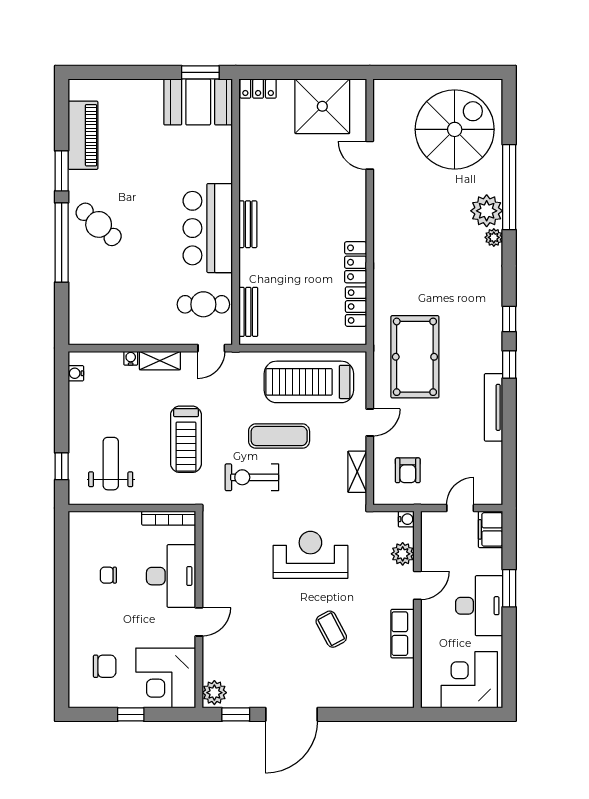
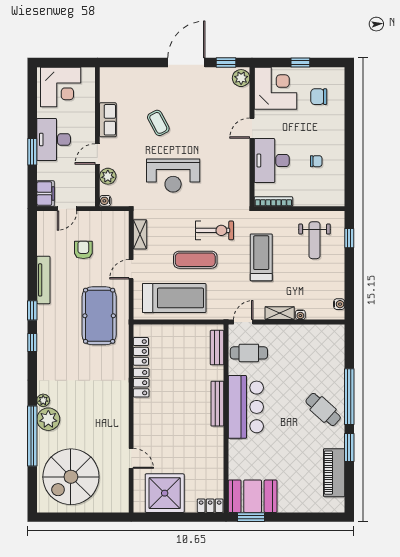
bench: (248, 224) -> (217, 404), width x1.36
armchair: (408, 470) -> (83, 250), moved

